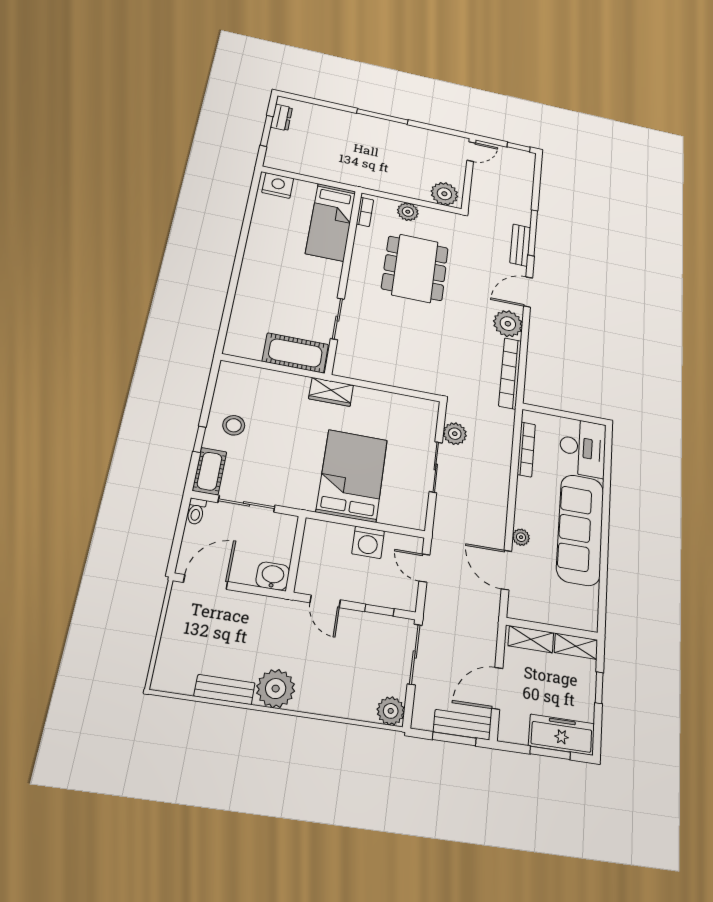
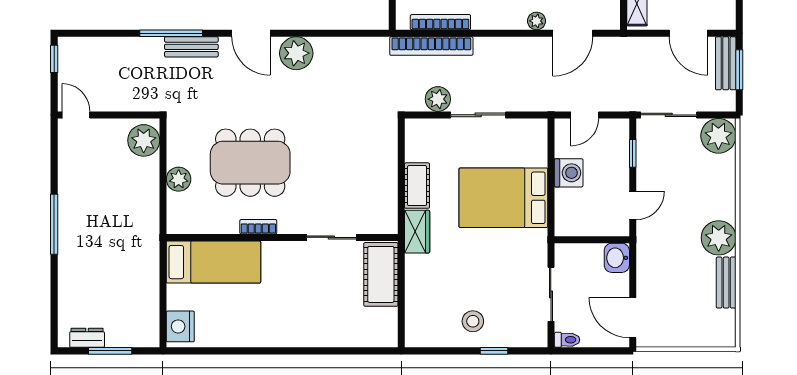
bookcase: (365, 212) -> (258, 227), moved
bookcase: (510, 373) -> (431, 46), moved
cot: (210, 471) -> (417, 186), moved, turned 90
plant: (391, 711) -> (718, 136), width x1.36, depth x1.36

